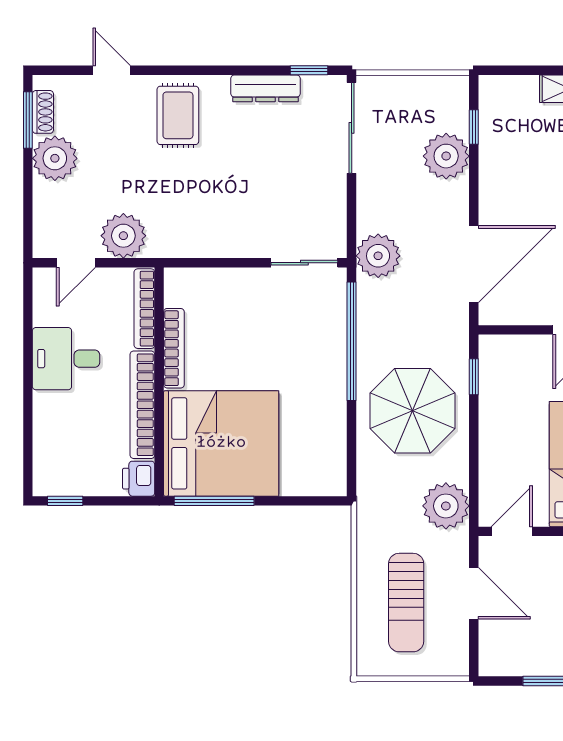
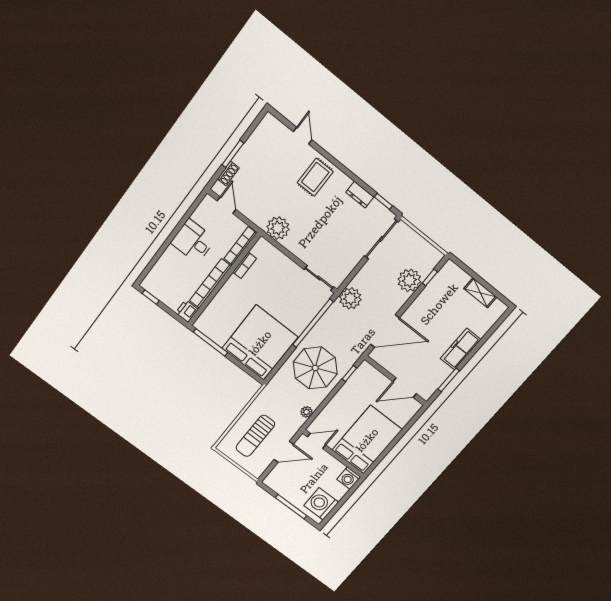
dresser: (265, 88) -> (360, 195), width x0.70
shoe rack: (43, 112) -> (228, 173), moved
window: (28, 120) -> (233, 154), moved
plant: (55, 158) -> (250, 154), removed
plant: (123, 236) -> (278, 228), moved
door: (76, 263) -> (226, 205), swing flipped
bookcase: (174, 348) -> (245, 265), width x0.64
bed: (221, 443) -> (260, 343), moved, turned -90
plant: (446, 506) -> (307, 412), width x0.53, depth x0.53
door: (474, 593) -> (284, 452), hinge flipped

